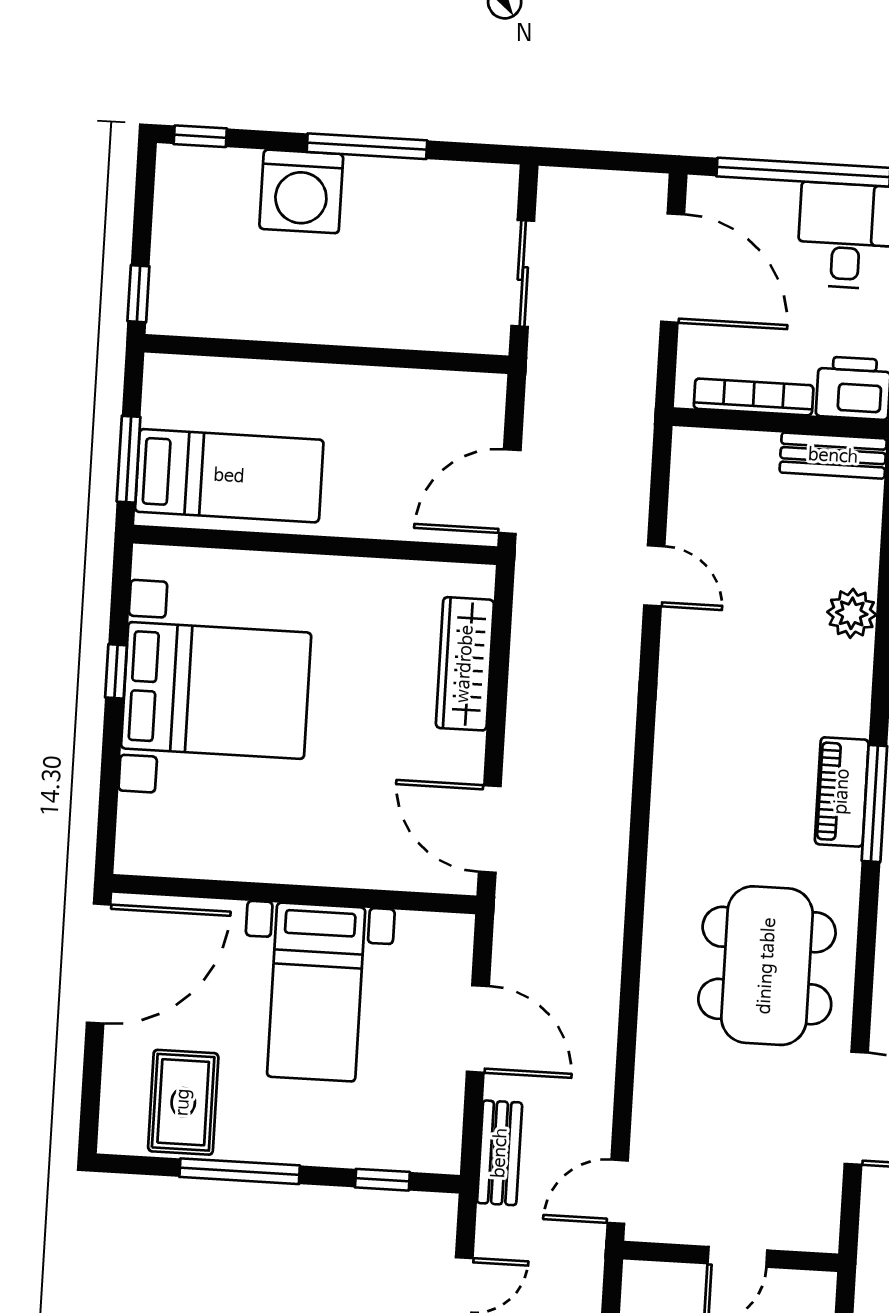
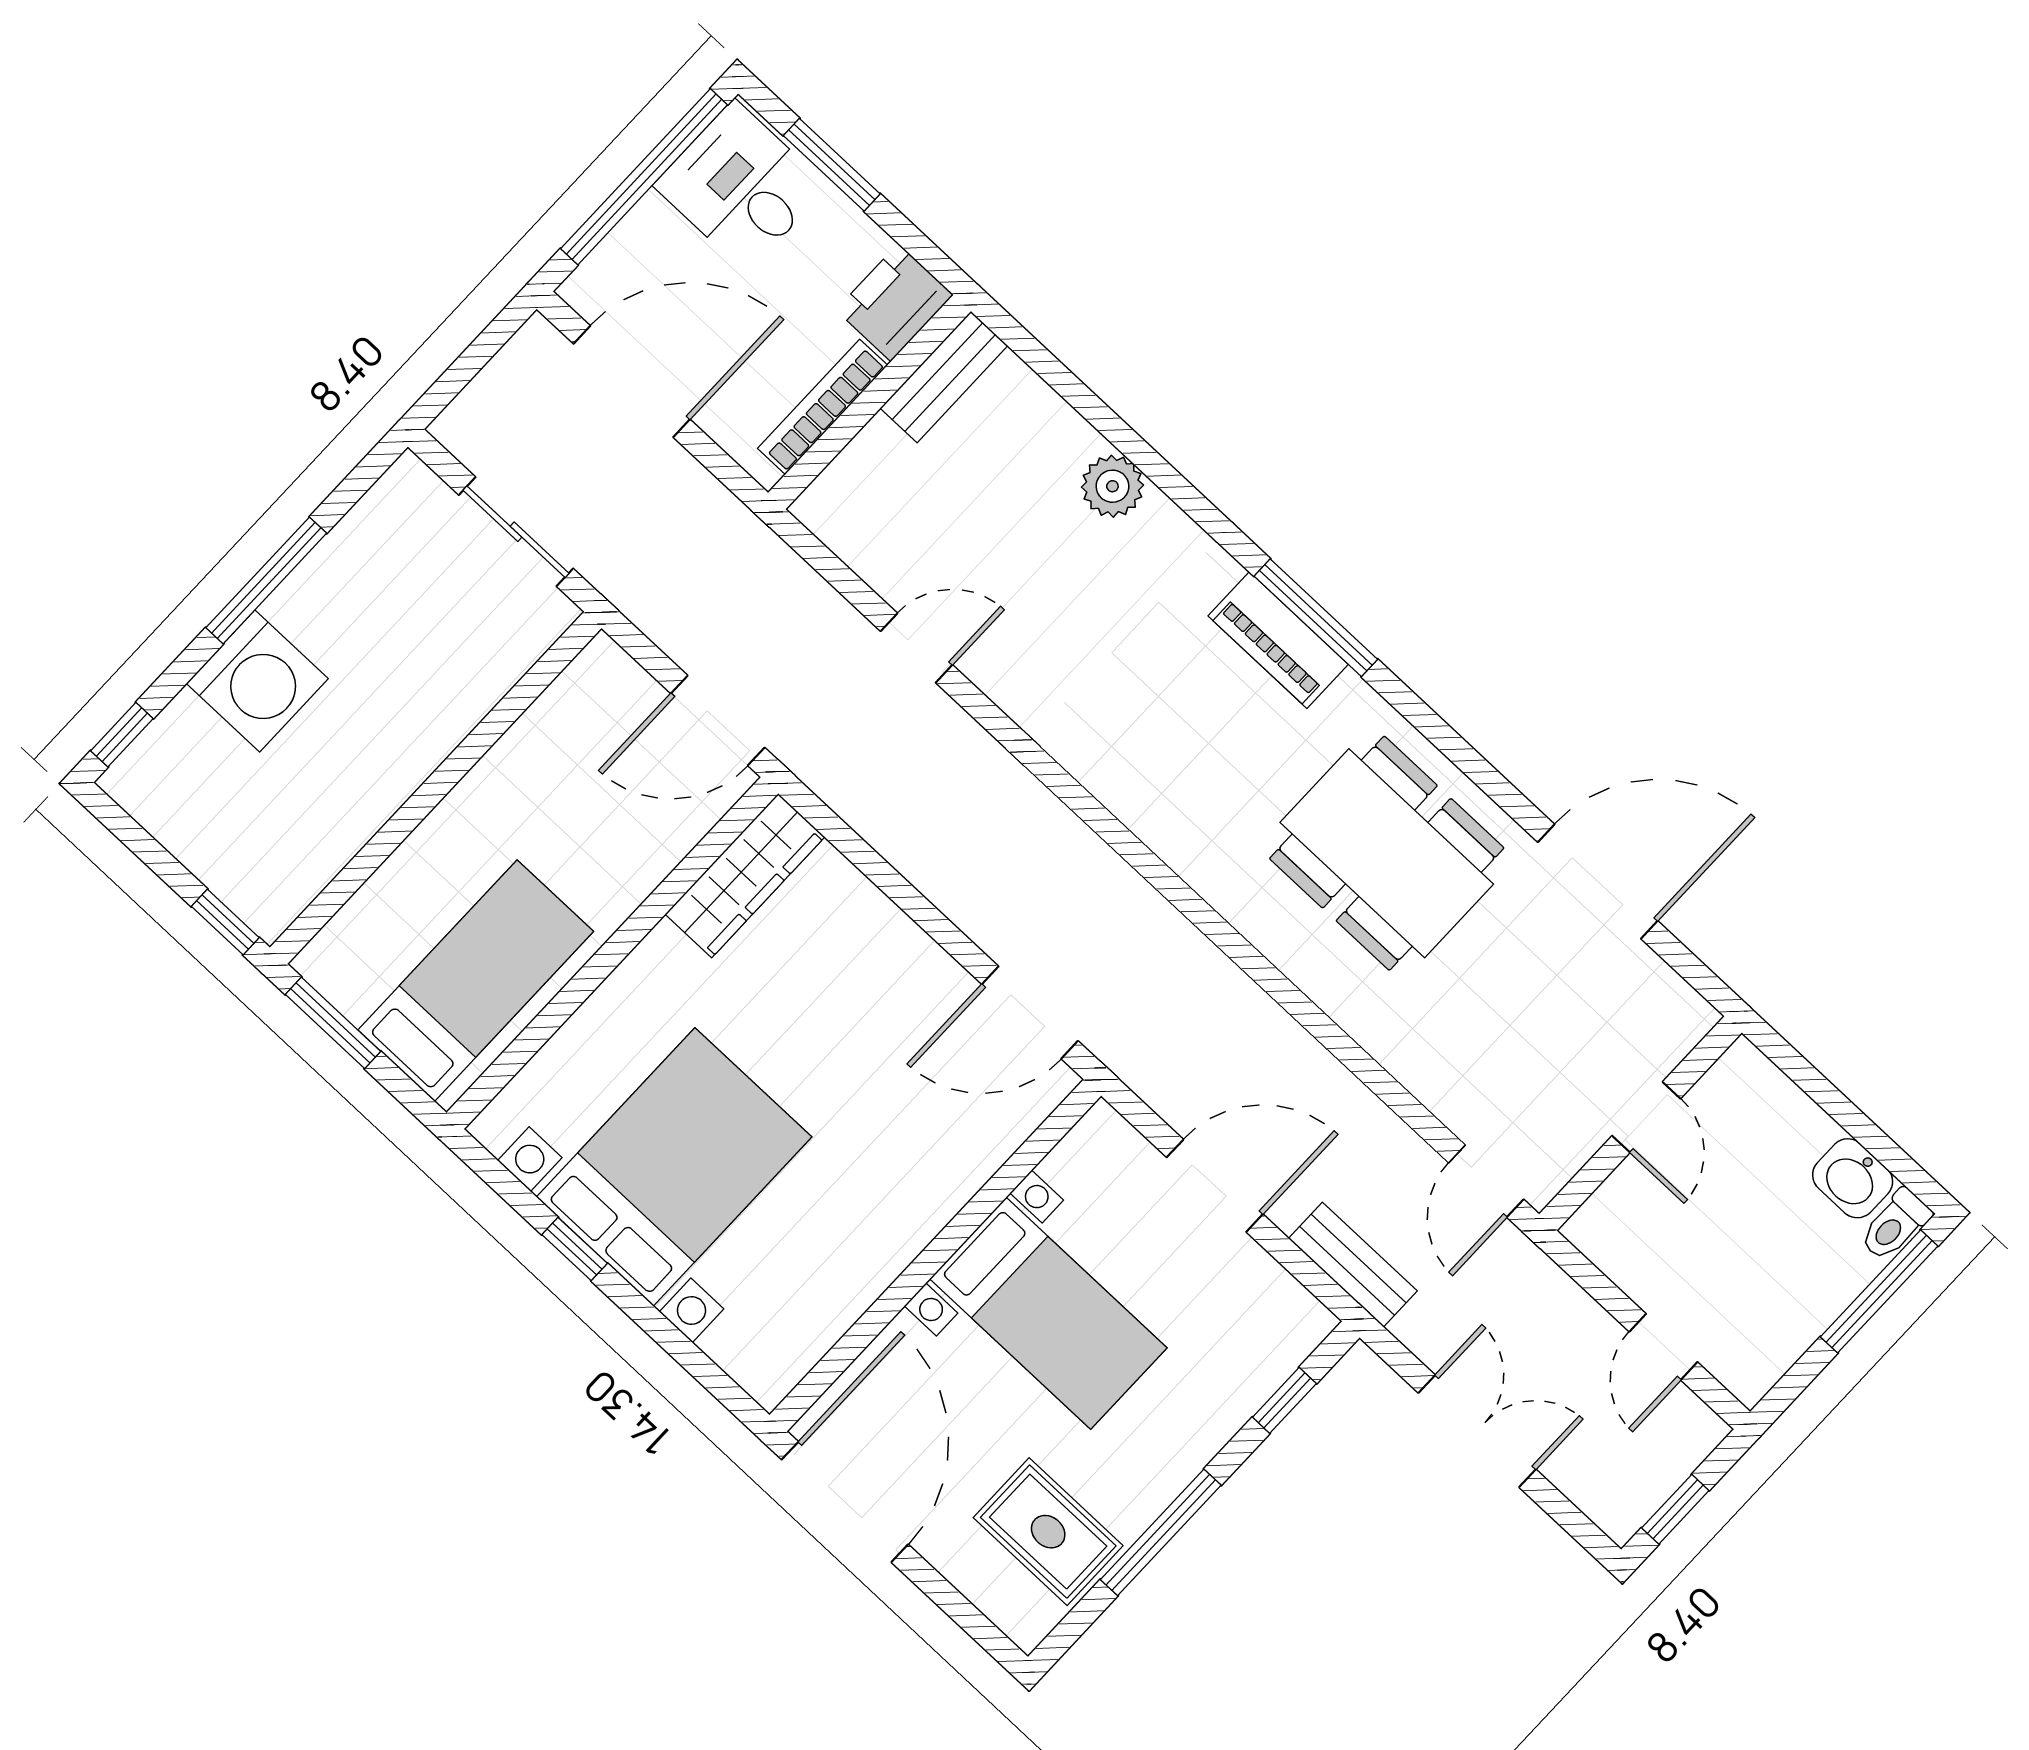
window: (129, 459) -> (333, 1023), moved
door: (510, 492) -> (718, 721), hinge flipped
wardrobe: (465, 664) -> (745, 876), moved, turned -90

